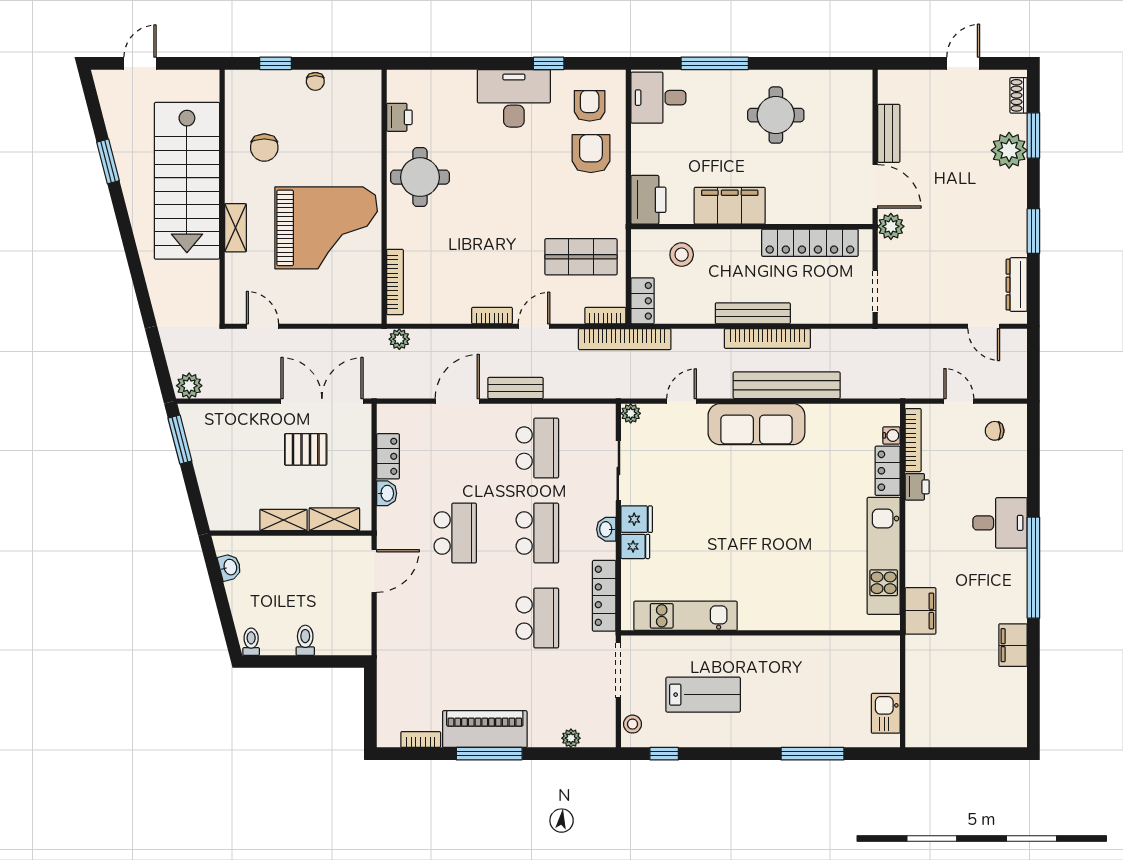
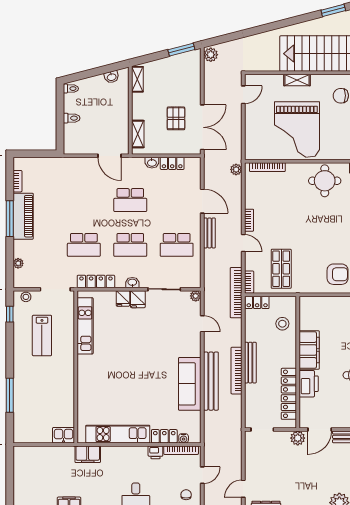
printer: (648, 200) -> (309, 384), moved, turned -90
sofa: (756, 424) -> (190, 384), moved
shelving: (283, 520) -> (137, 79), moved
kitchen sink: (886, 713) -> (64, 435), moved

